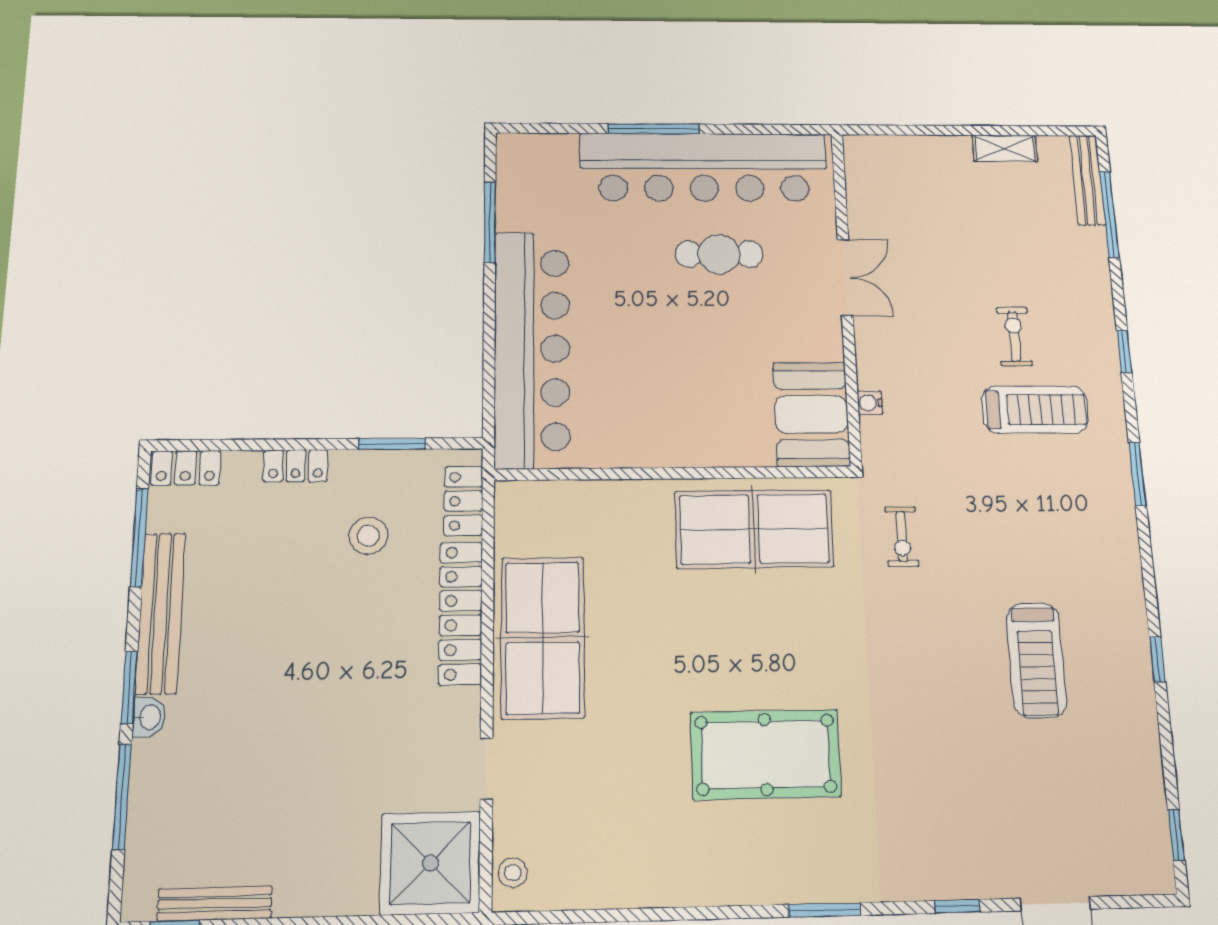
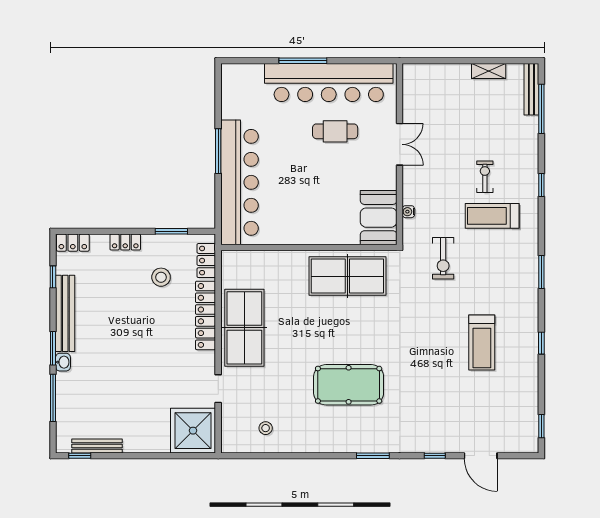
window: (490, 222) -> (218, 151), moved
treadmill: (1035, 410) -> (492, 216), turned 180
window: (1137, 474) -> (541, 272), moved
exercise bike: (902, 536) -> (443, 258), moved, width x1.38, depth x1.39
window: (139, 538) -> (53, 277), width x0.46
stool: (513, 873) -> (266, 428), moved

